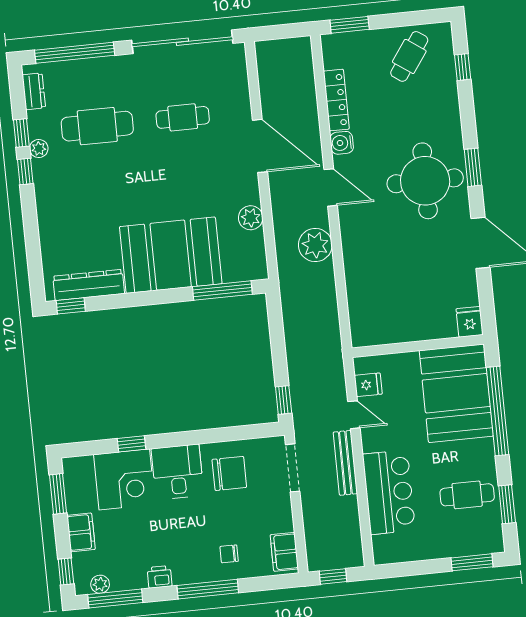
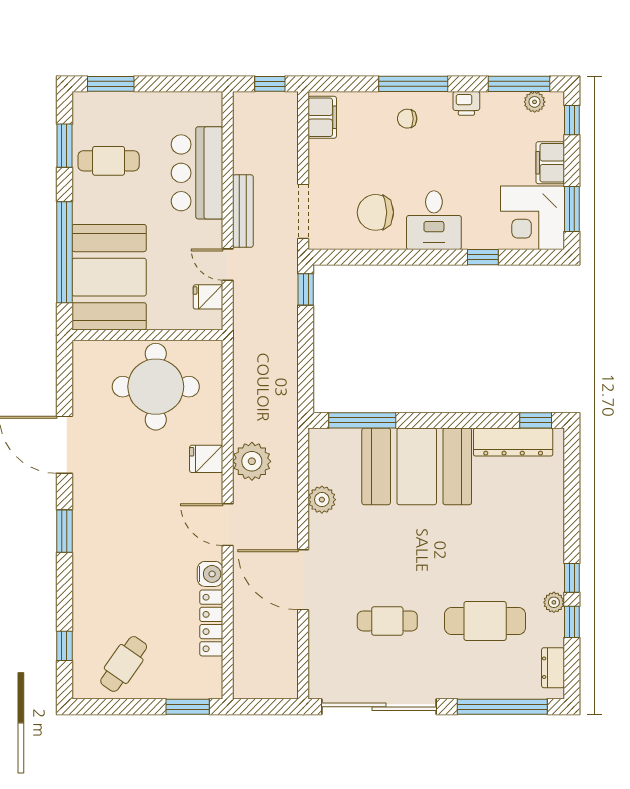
round table: (425, 181) -> (156, 387), moved
fridge: (470, 322) -> (206, 459), moved, turned 90
corner desk: (124, 479) -> (532, 218), moved, turned -90
chair: (229, 554) -> (407, 119), moved, turned 180

